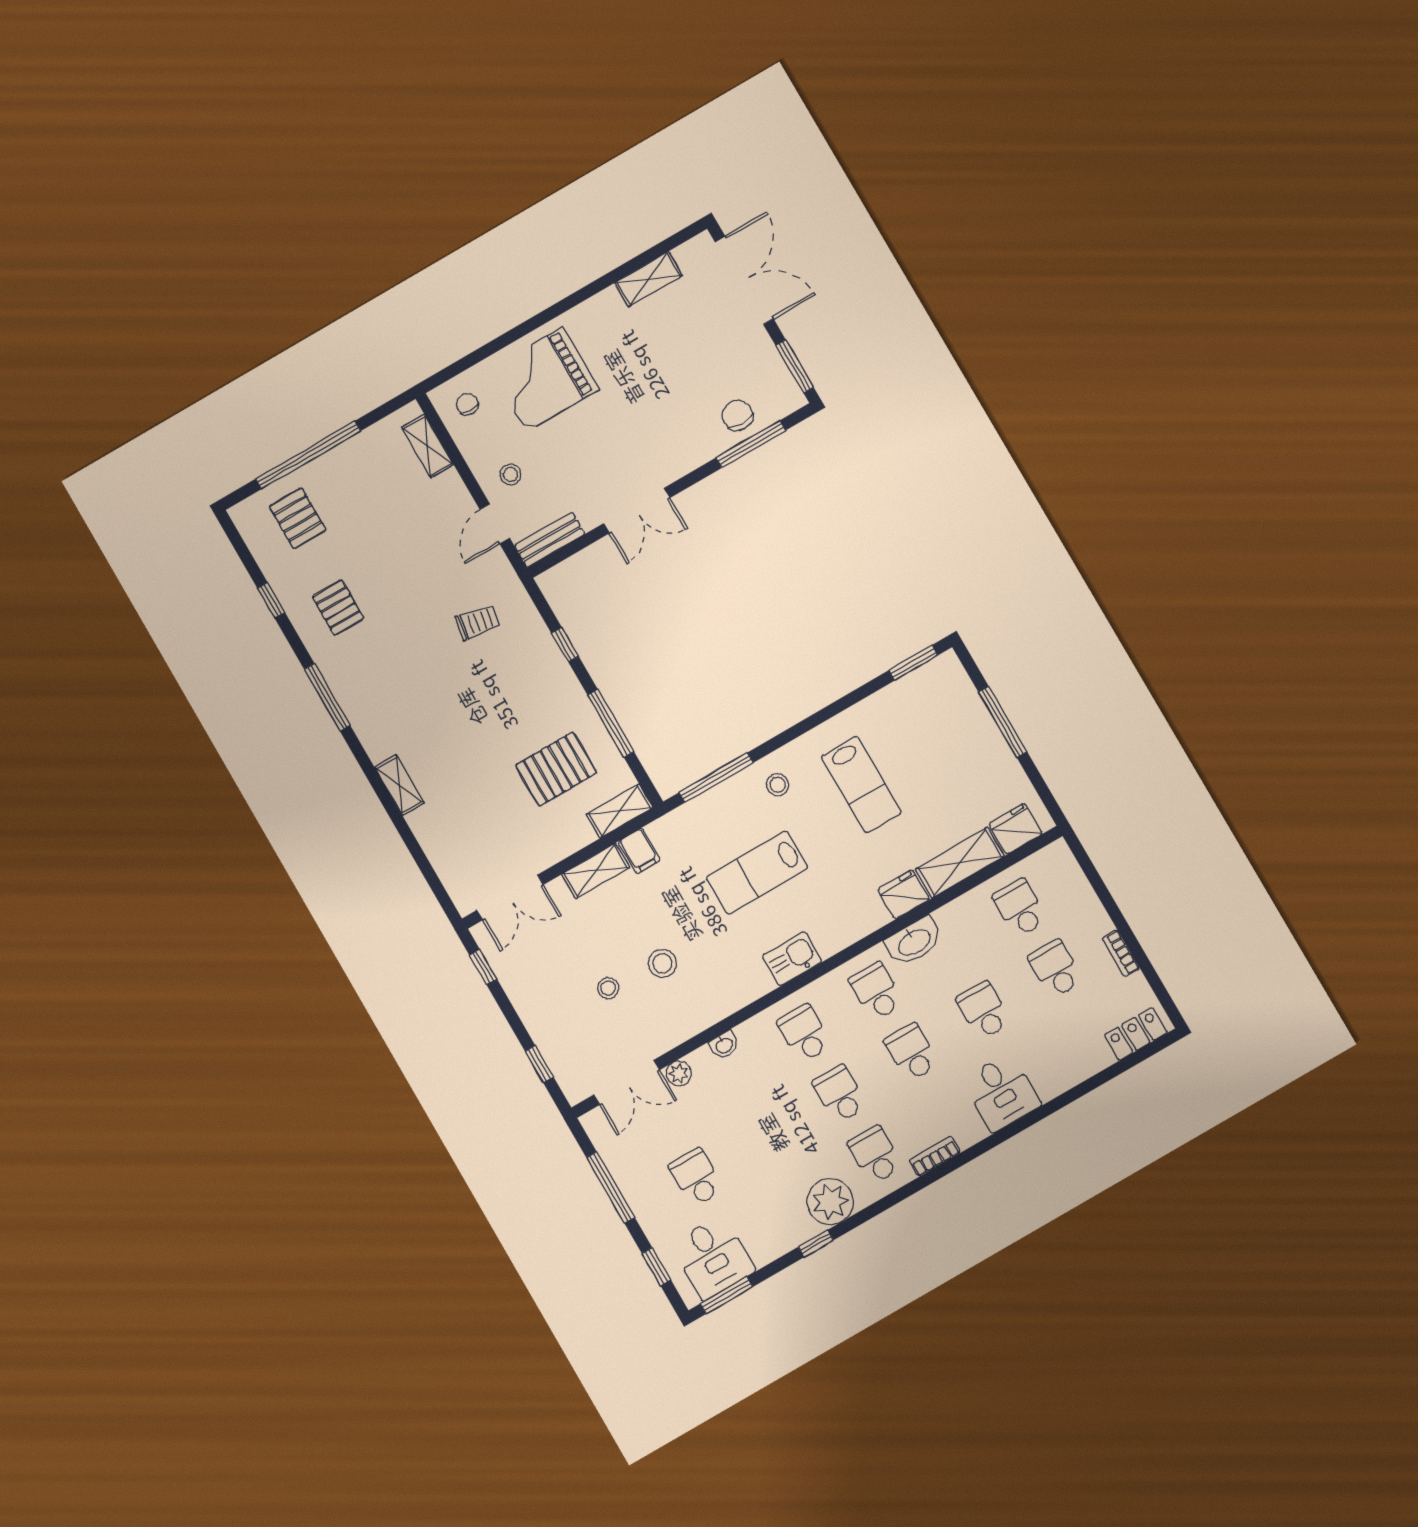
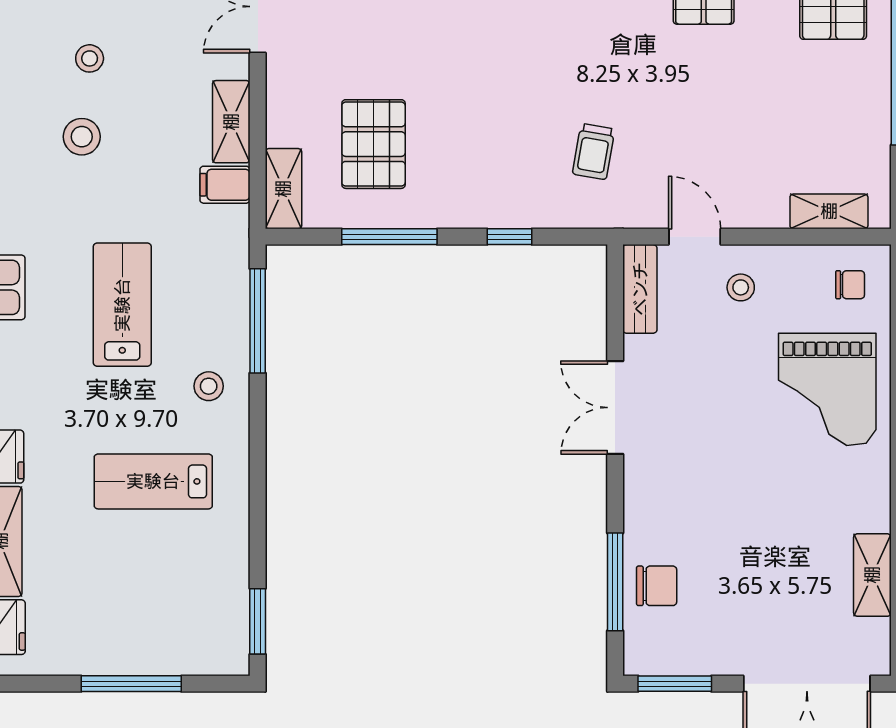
grand piano: (544, 379) -> (827, 389), turned 180

